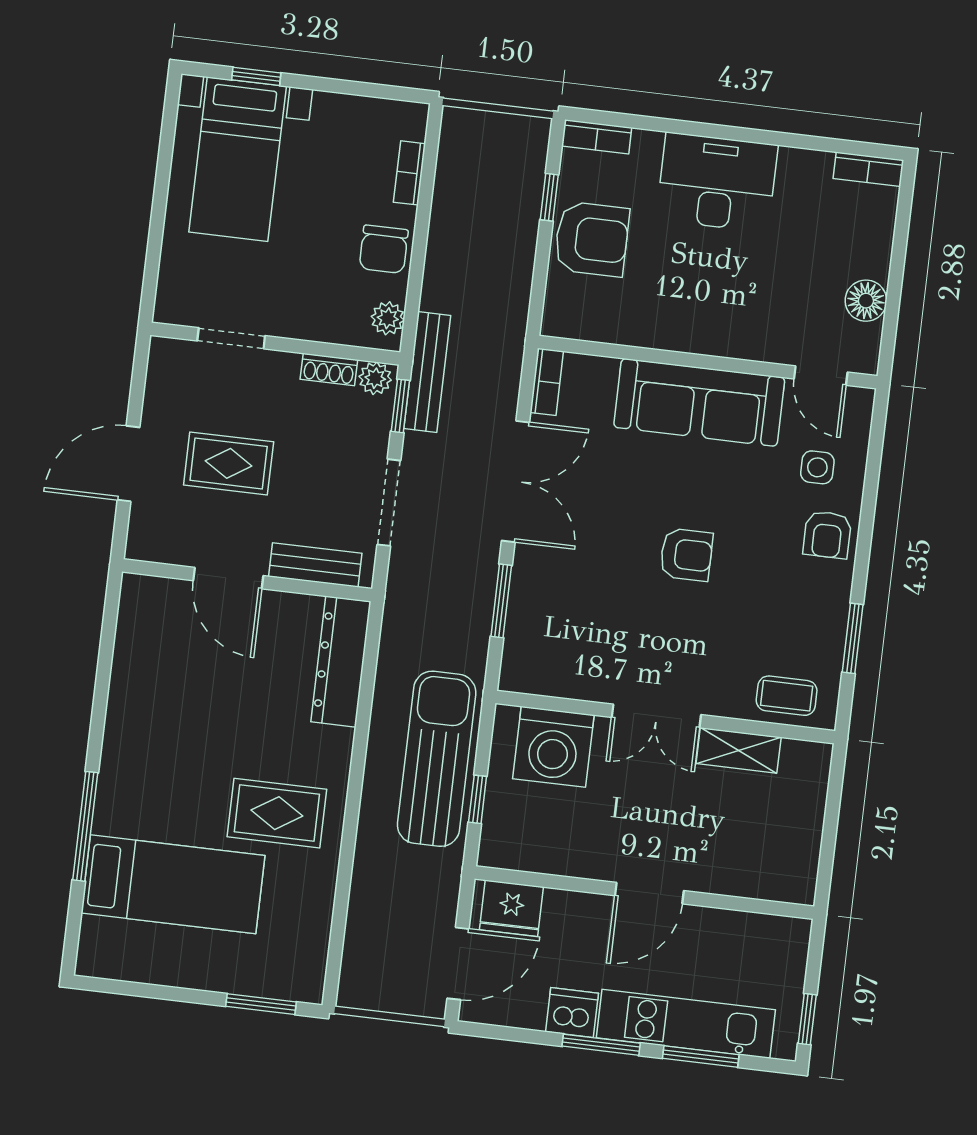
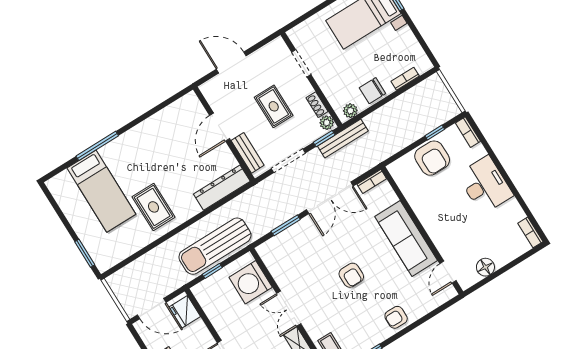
rug: (229, 463) -> (274, 106), moved
side table: (817, 467) -> (416, 296), removed
sun lounger: (437, 759) -> (215, 246), turned 180

